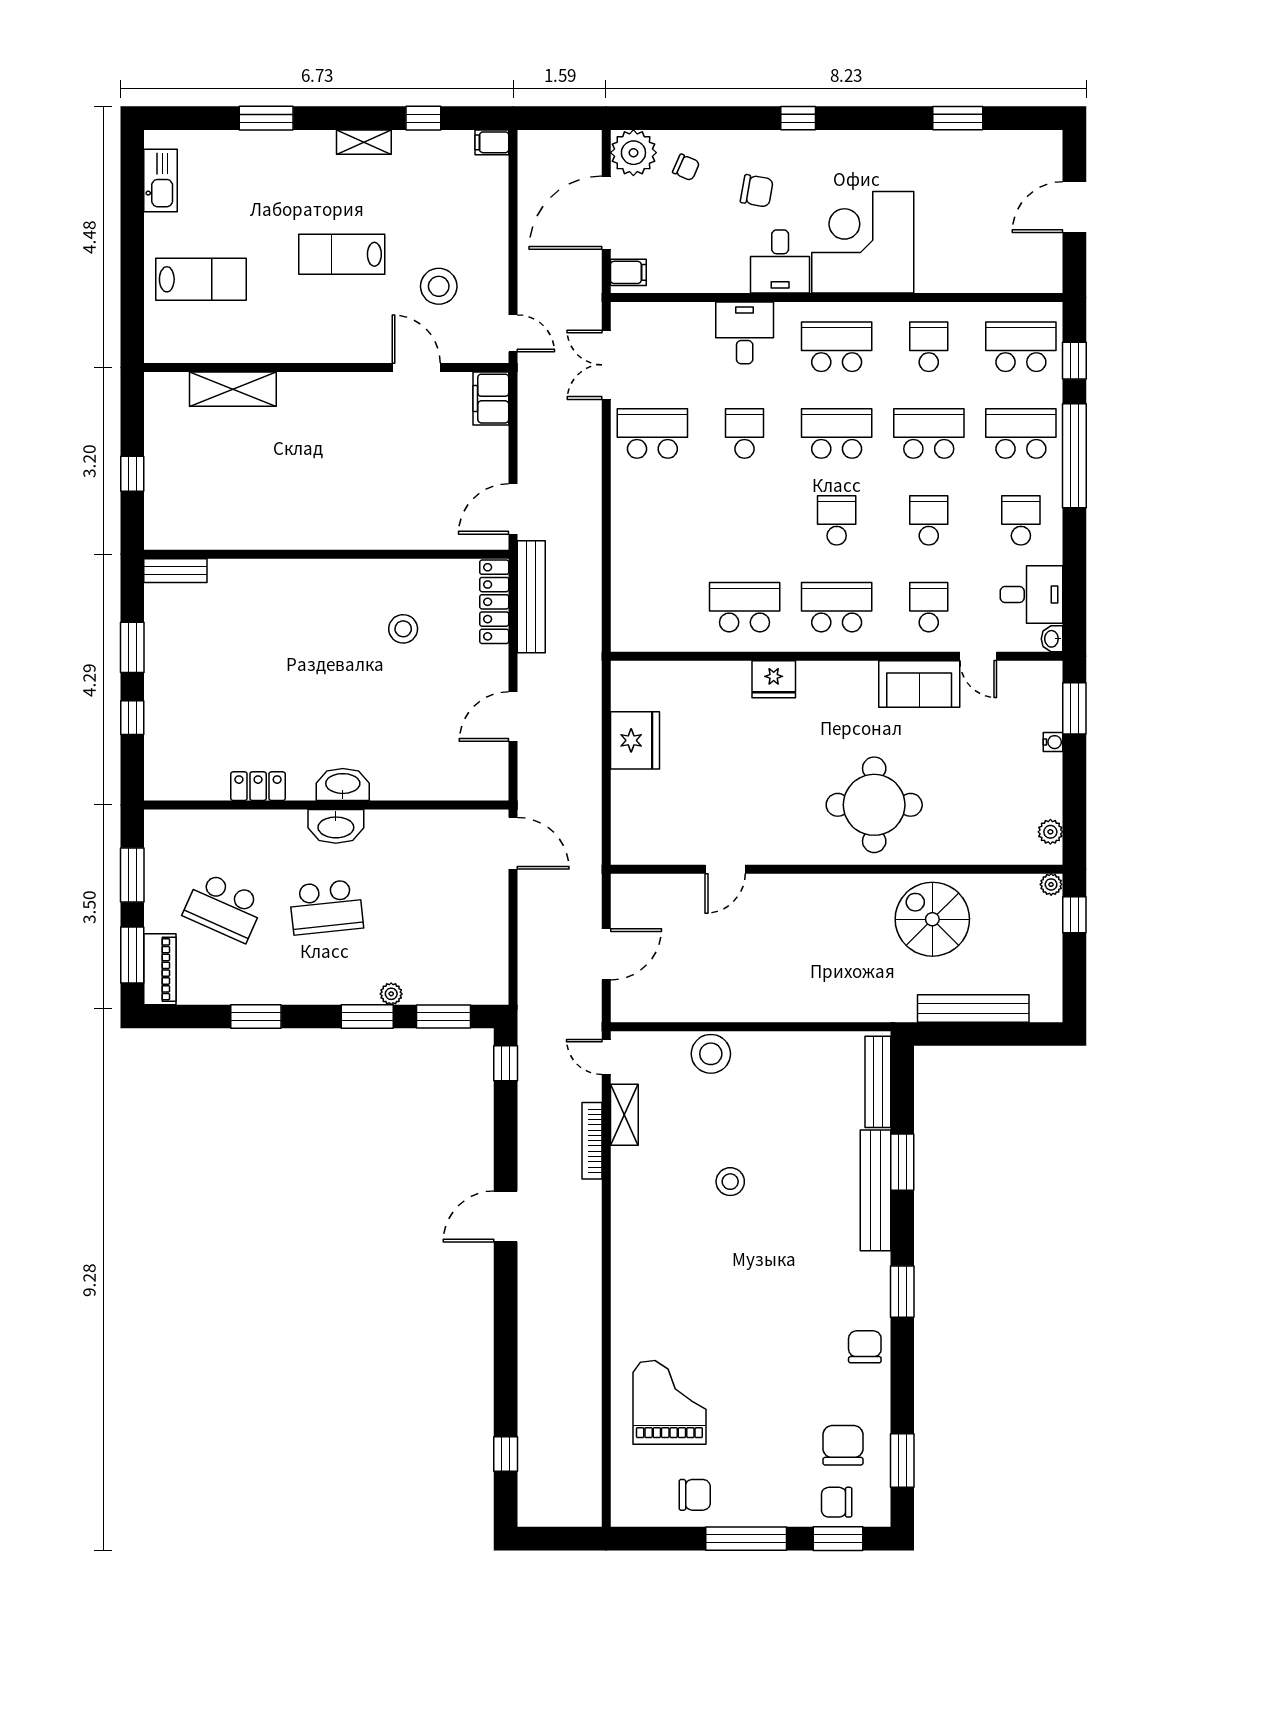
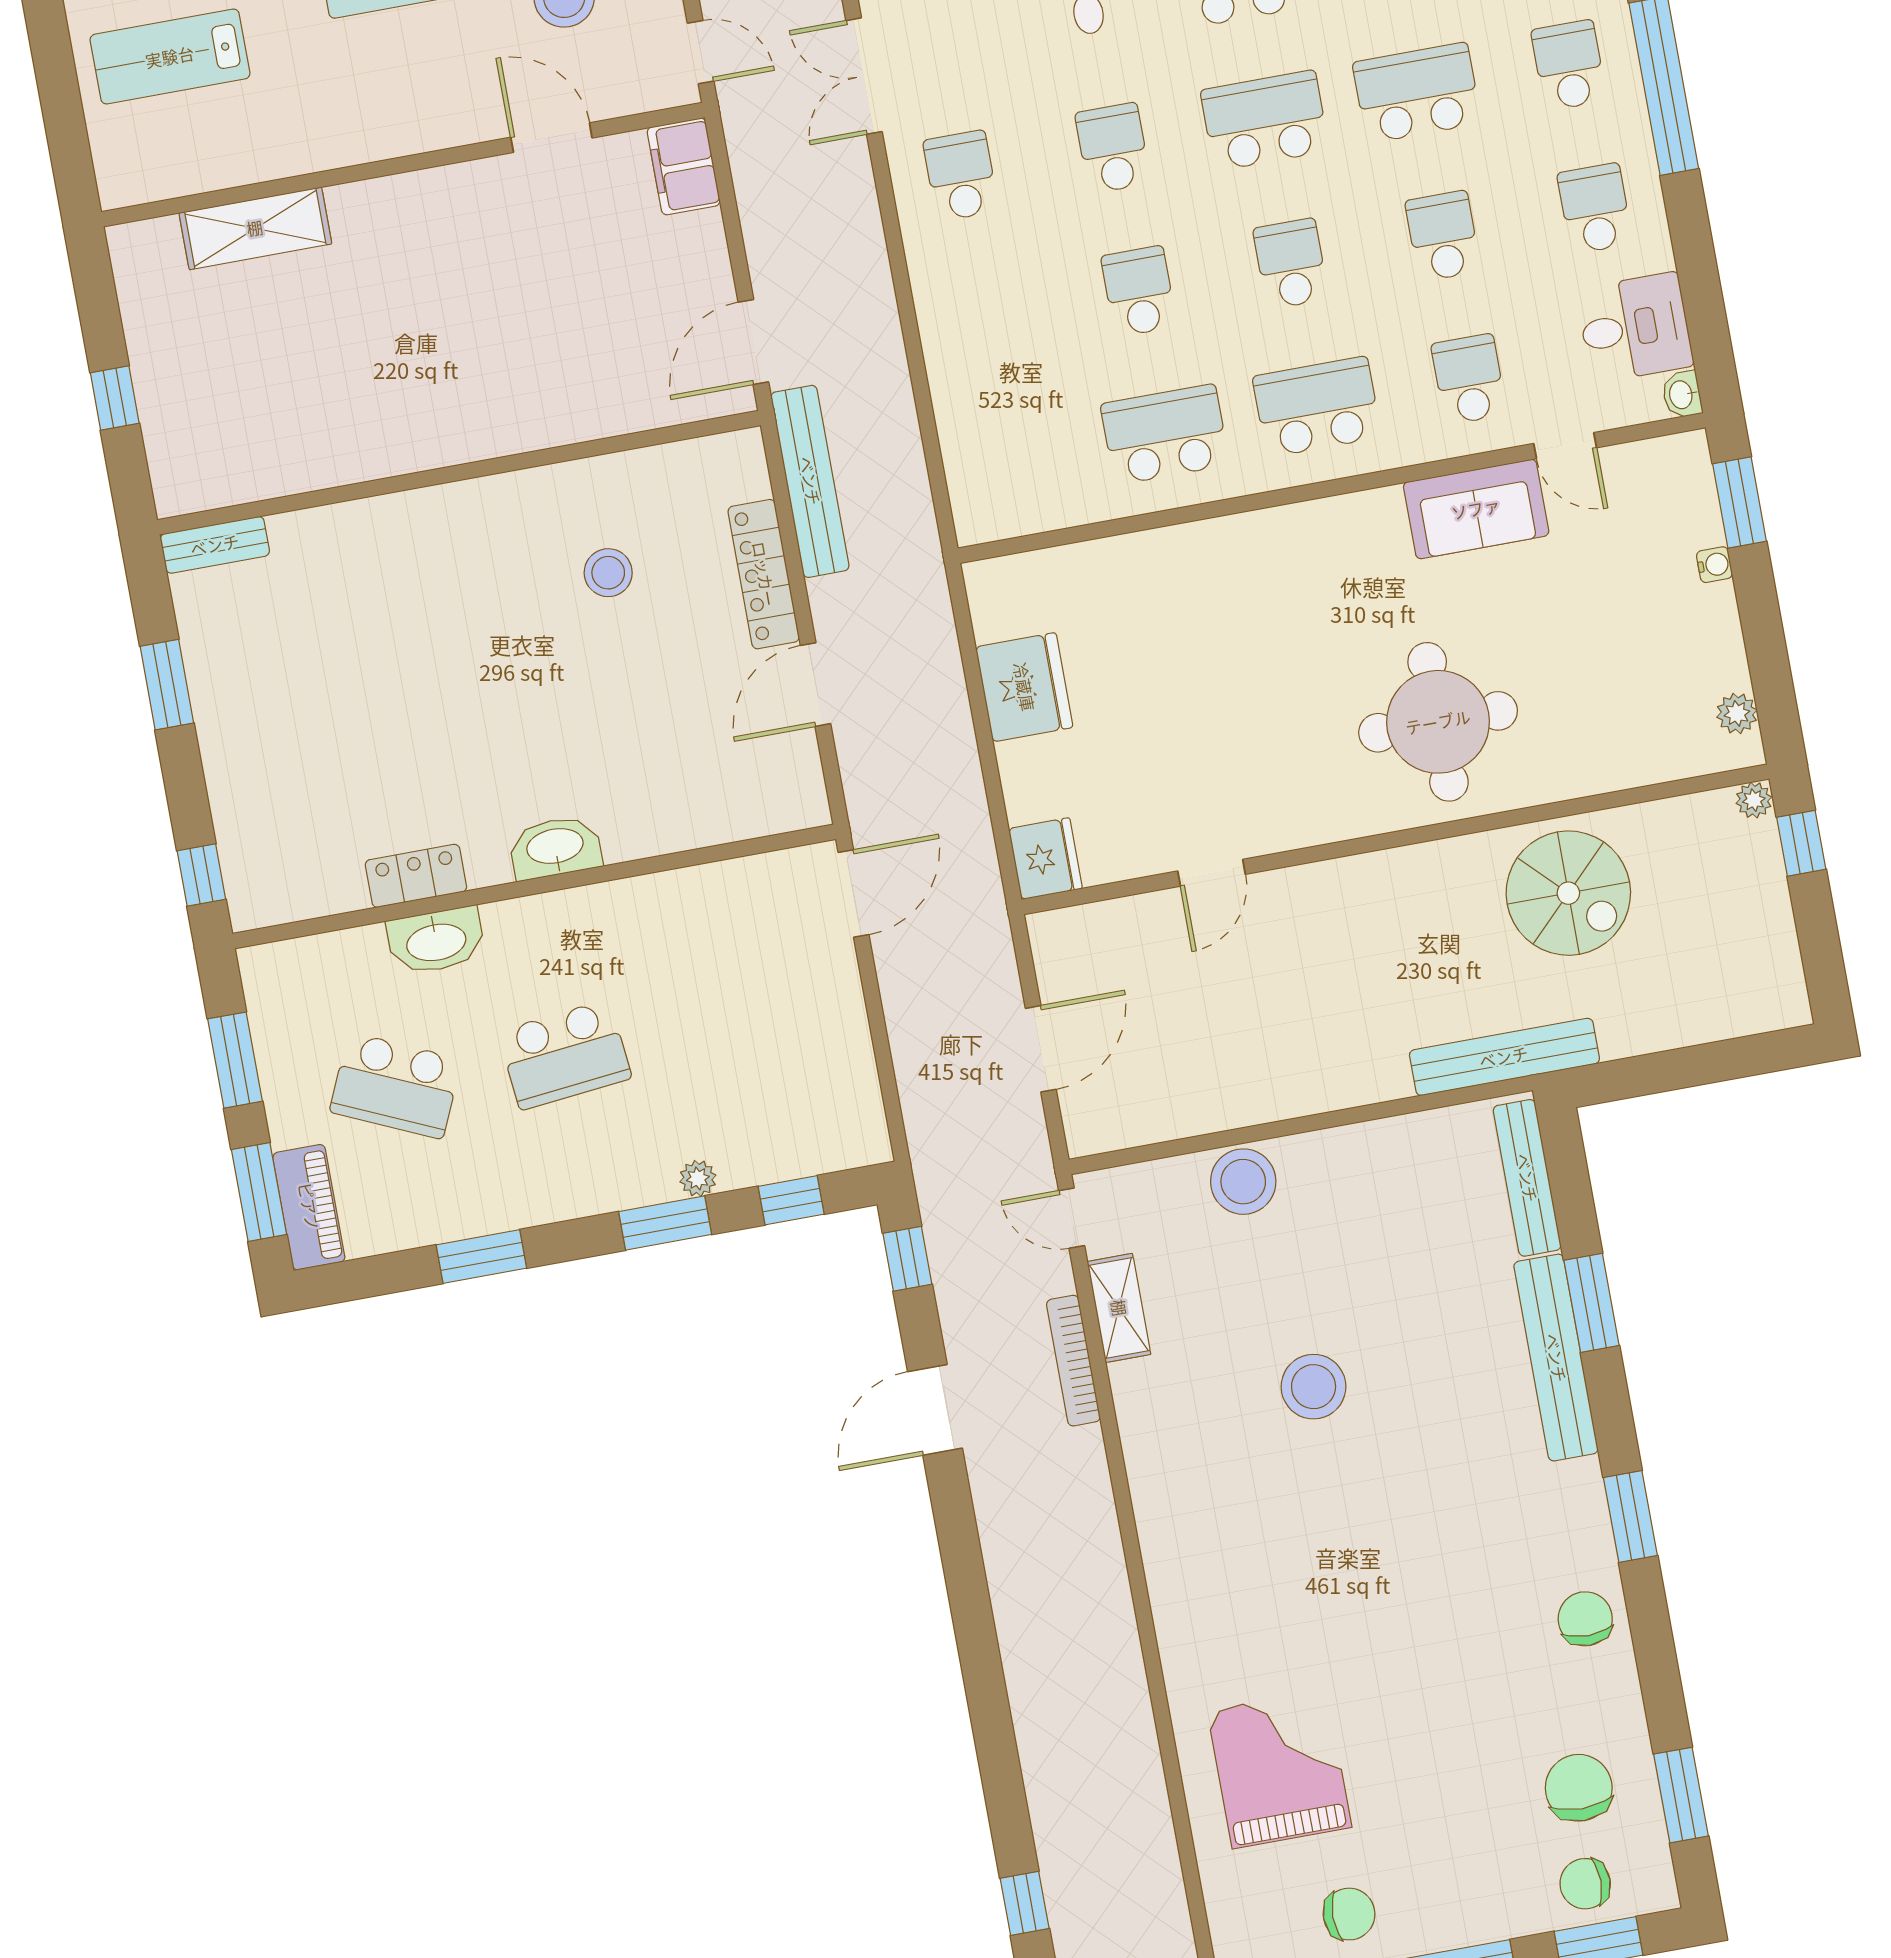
lab bench: (201, 279) -> (170, 57), turned 180
school desk: (652, 434) -> (961, 176), width x0.54
school desk: (1021, 434) -> (1569, 65), width x0.54
school desk: (745, 520) -> (1139, 291), added
locker: (494, 602) -> (764, 574), moved
fridge: (774, 679) -> (1045, 859), moved, turned -90
window: (132, 718) -> (201, 875), moved
washbasin: (336, 826) -> (436, 941), moved
door: (513, 843) -> (854, 893), hinge flipped
spiral stairs: (932, 919) -> (1568, 893), turned 180
bench: (973, 1008) -> (1504, 1057), moved
window: (444, 1016) -> (791, 1200), width x0.67
stool: (730, 1182) -> (1314, 1387), width x1.38, depth x1.38
door: (506, 1216) -> (935, 1410), moved

